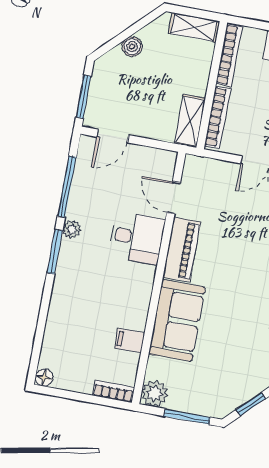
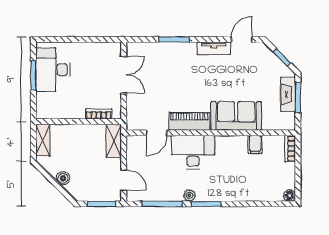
bookcase: (229, 55) -> (57, 114), removed
bookcase: (217, 117) -> (99, 114), width x0.64
shelving: (190, 121) -> (114, 141), moved, turned 90
desk: (137, 238) -> (193, 152), width x1.37
plant: (155, 393) -> (287, 122), removed
fireplace: (195, 403) -> (288, 94), added

